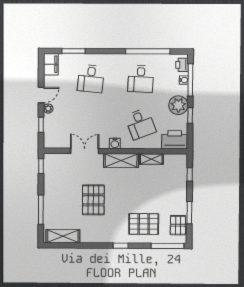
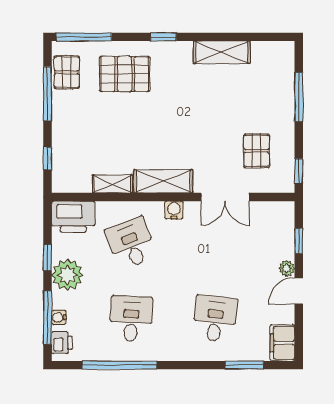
pallet: (93, 200) -> (257, 151), moved, width x0.67, depth x0.71
window: (189, 213) -> (47, 94), width x1.44
shelving: (63, 236) -> (222, 52), moved

